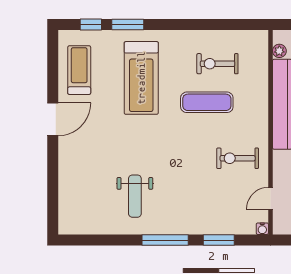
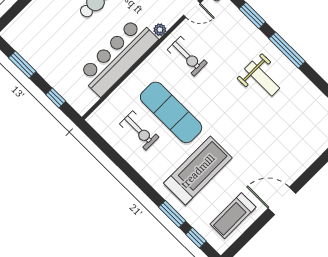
plant: (279, 51) -> (160, 30), moved
exercise mat: (207, 102) -> (171, 112), width x1.36, depth x1.45
weight bench: (135, 196) -> (262, 79), moved, turned 90

